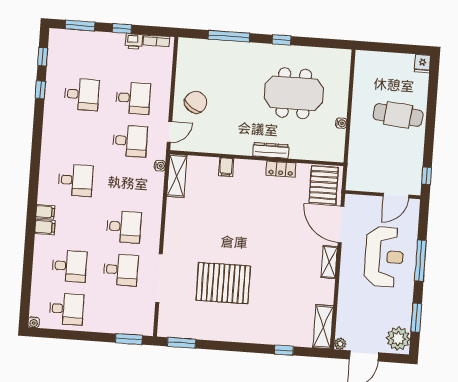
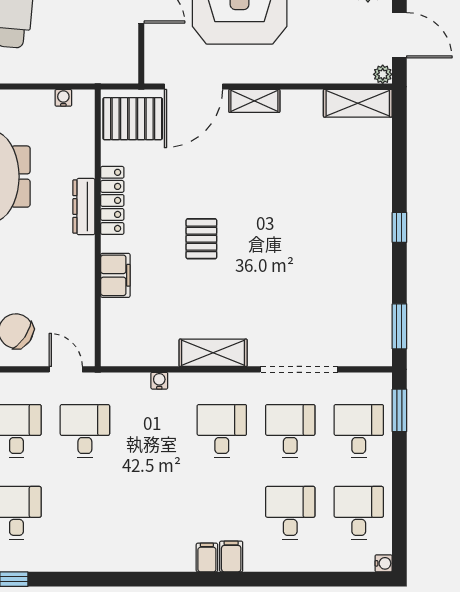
water cooler: (341, 123) -> (63, 98), moved
water cooler: (160, 166) -> (159, 381), moved
filing cabinet: (226, 167) -> (115, 275), width x2.00
locker: (281, 169) -> (112, 200), width x1.53
shelving: (177, 176) -> (213, 353), moved
desk: (76, 180) -> (359, 431), moved
pallet: (223, 283) -> (201, 239), moved, width x0.49, depth x0.50
window: (284, 350) -> (399, 227), moved

